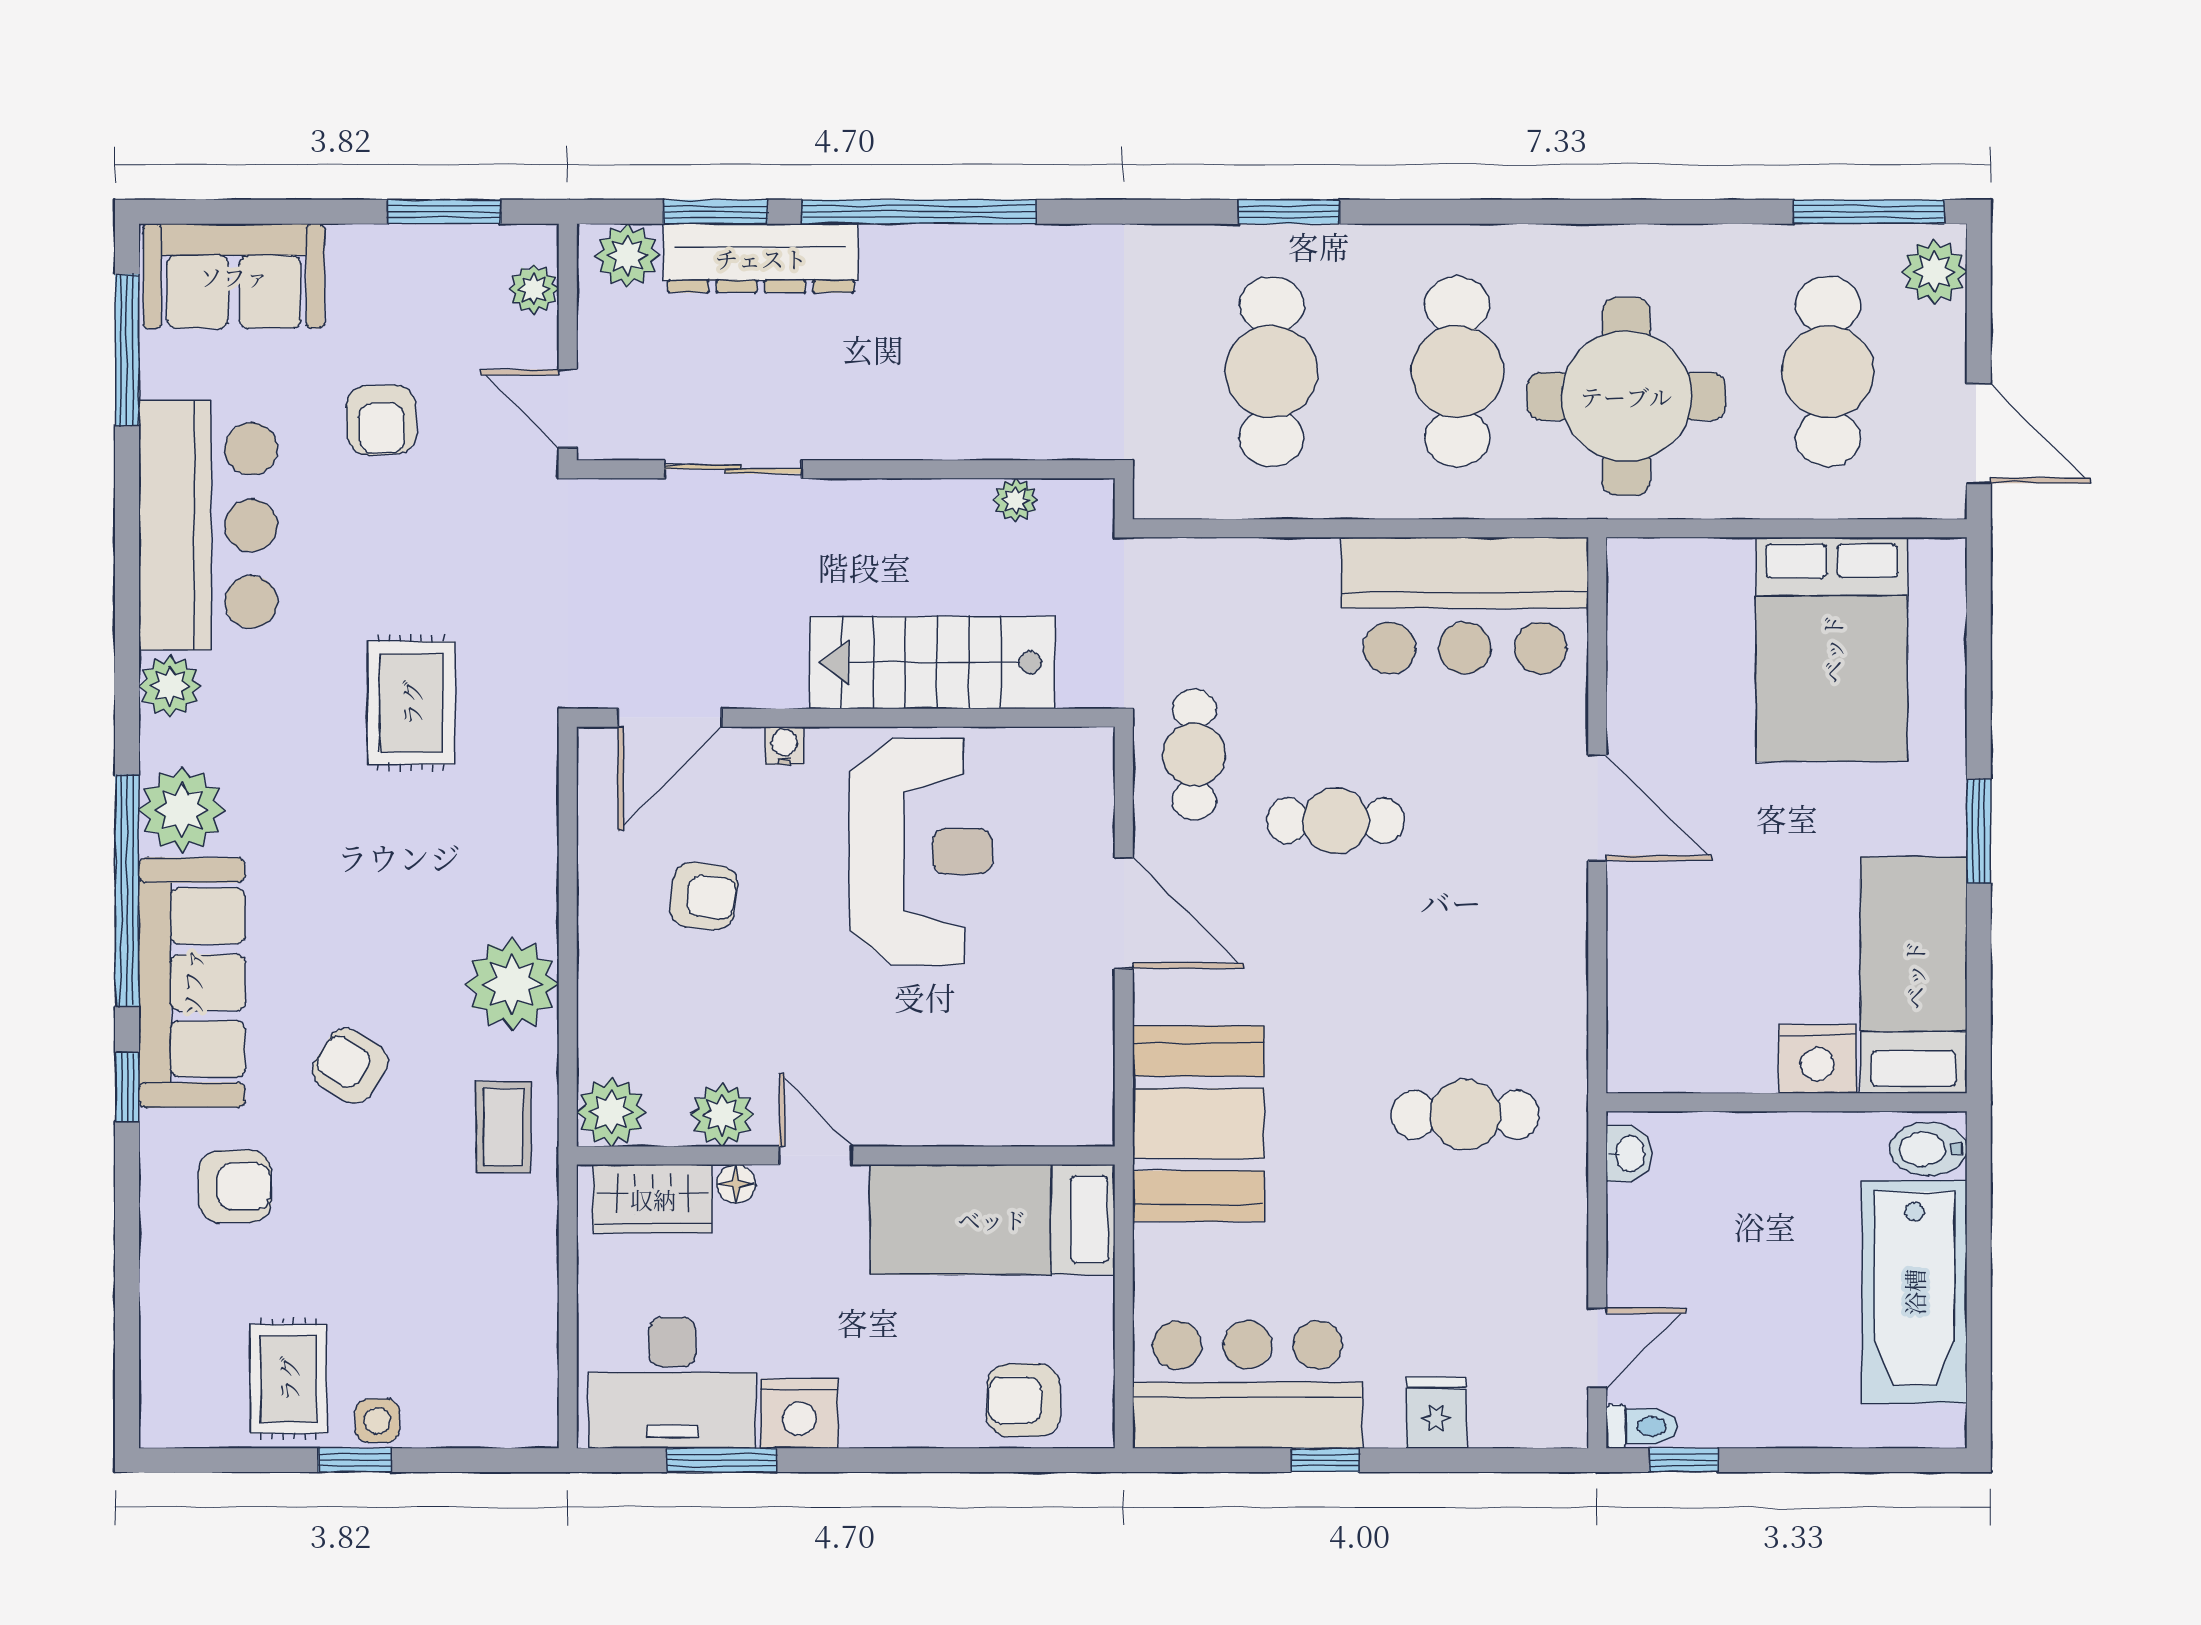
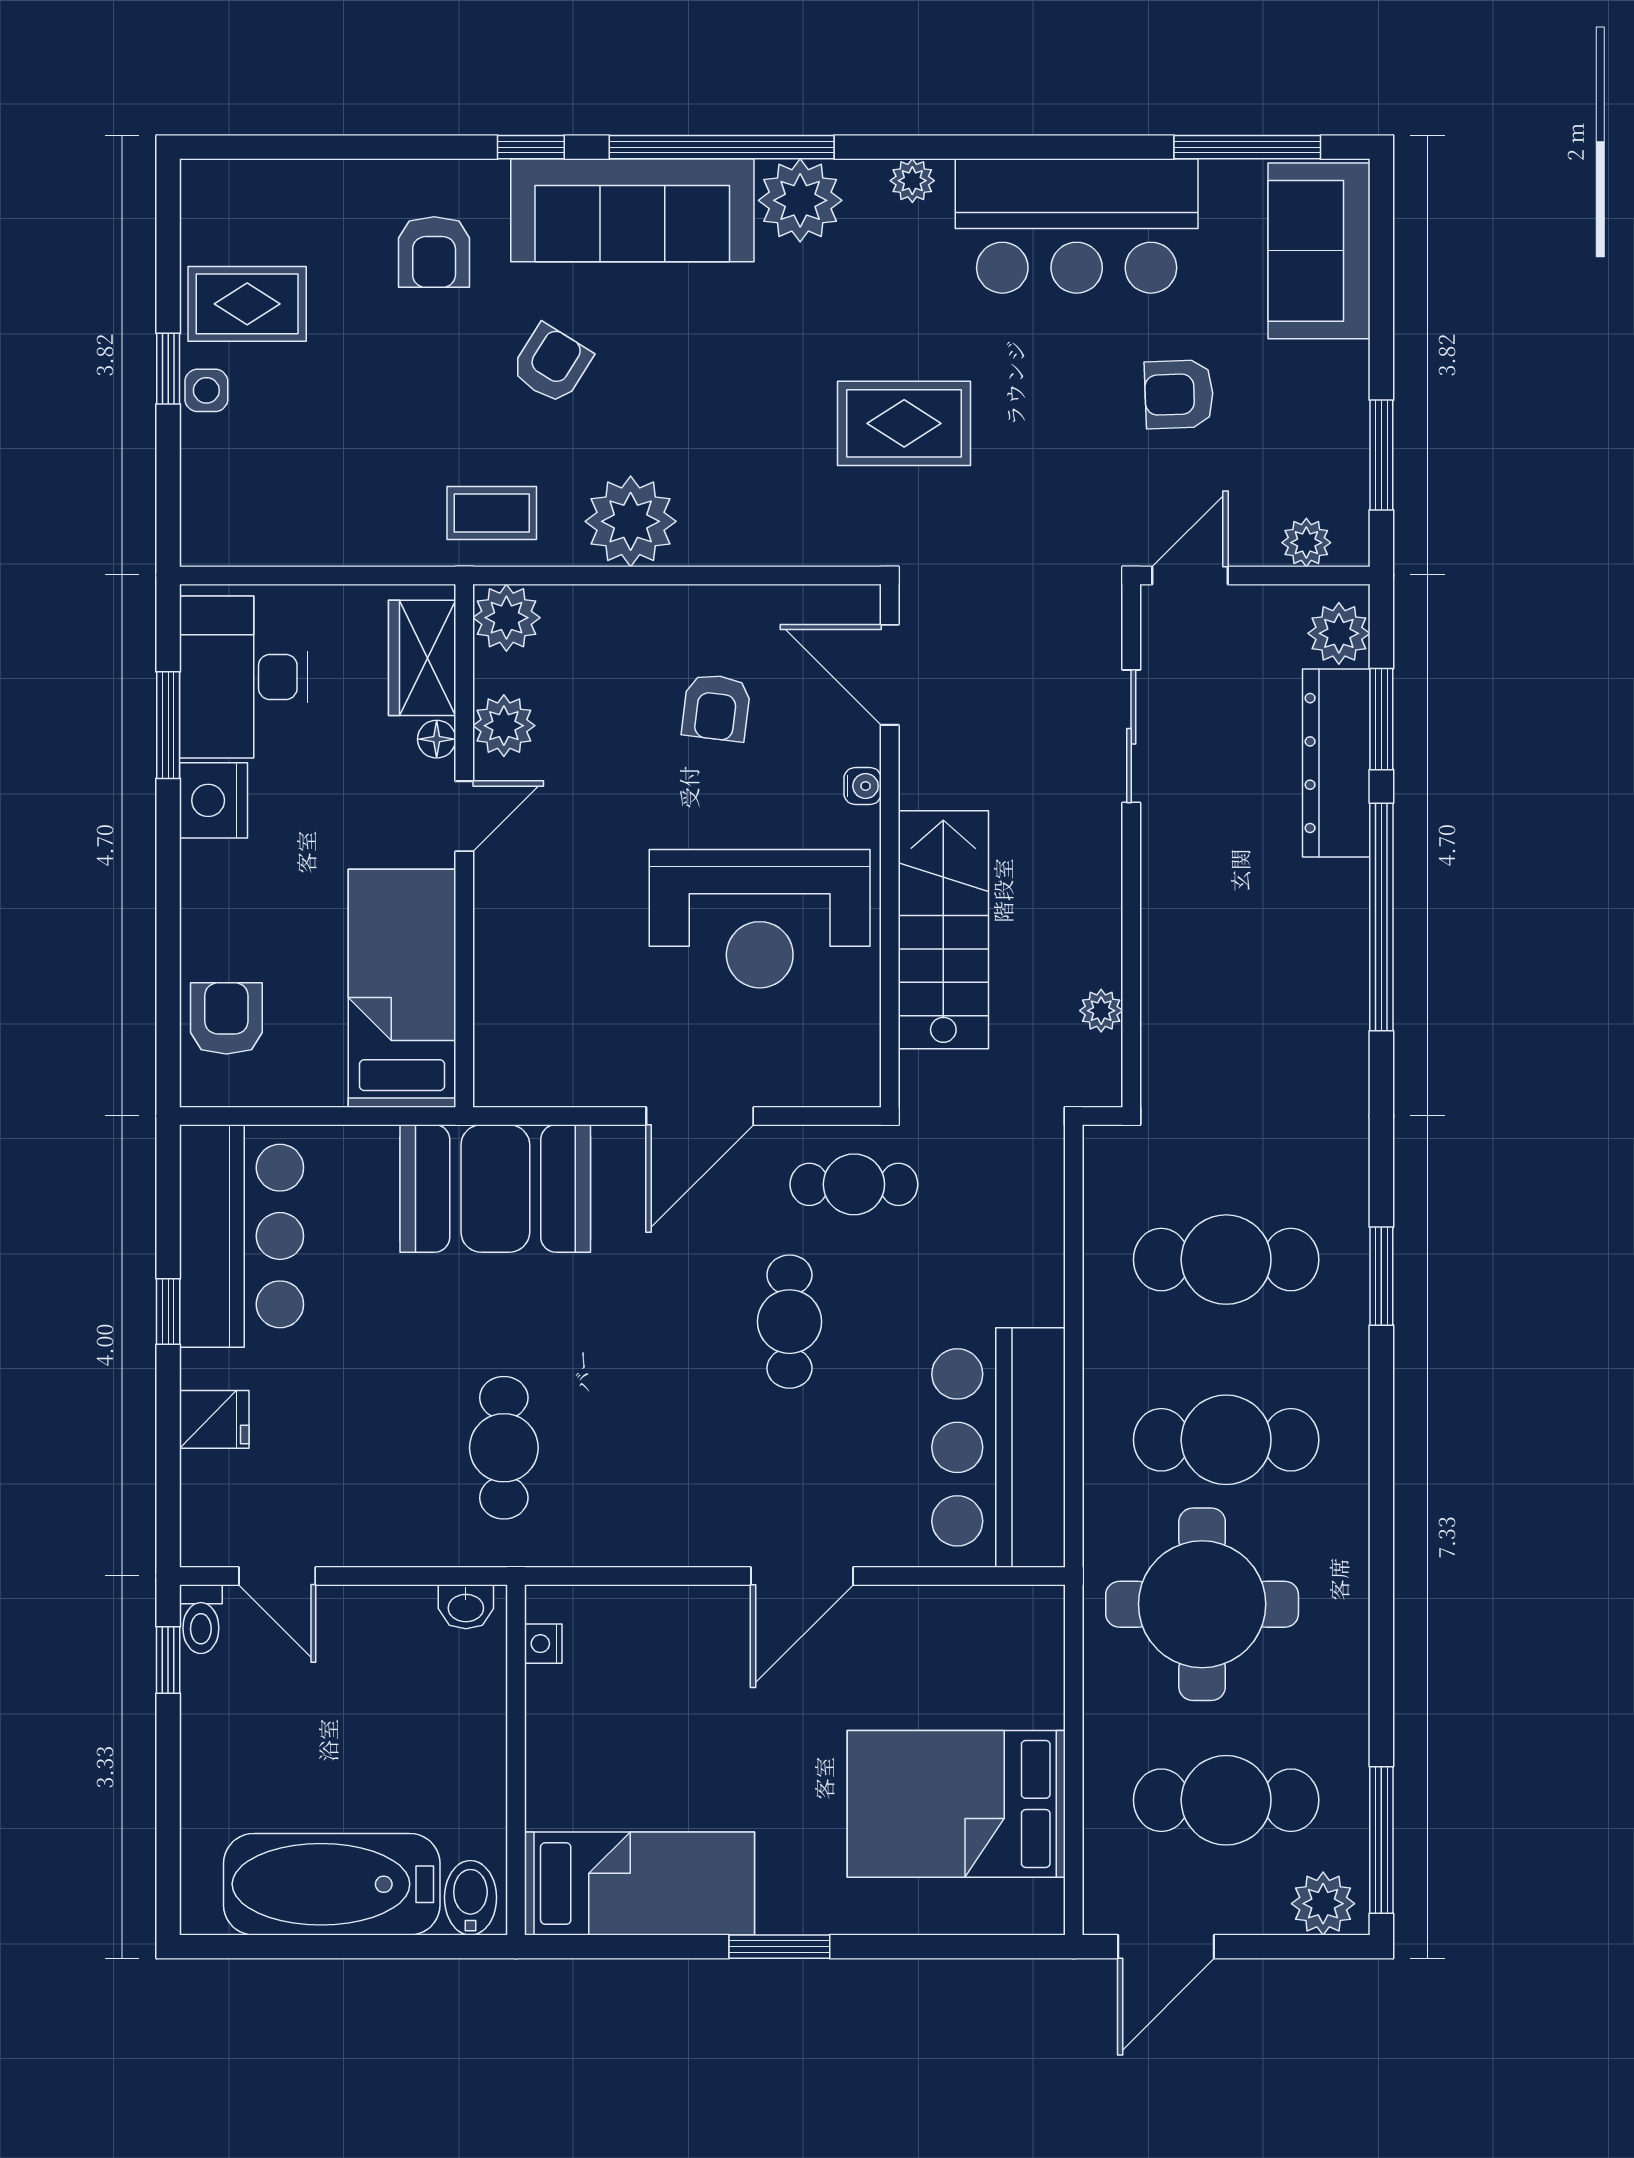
plant: (170, 686) -> (912, 181), width x0.73, depth x0.73
nightstand: (1817, 1059) -> (543, 1644), moved, width x0.53, depth x0.56

